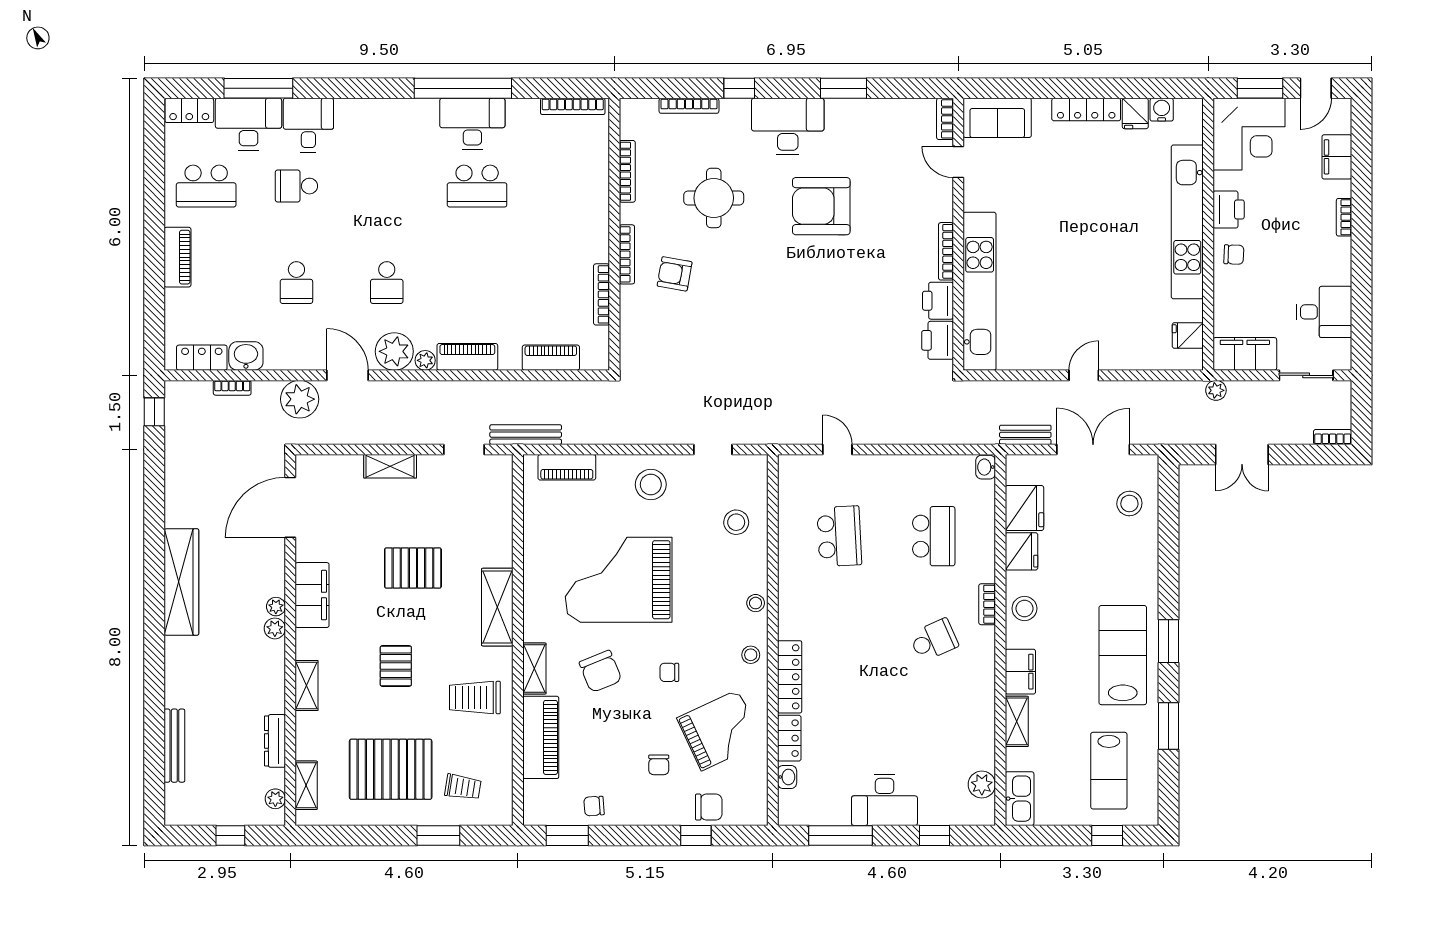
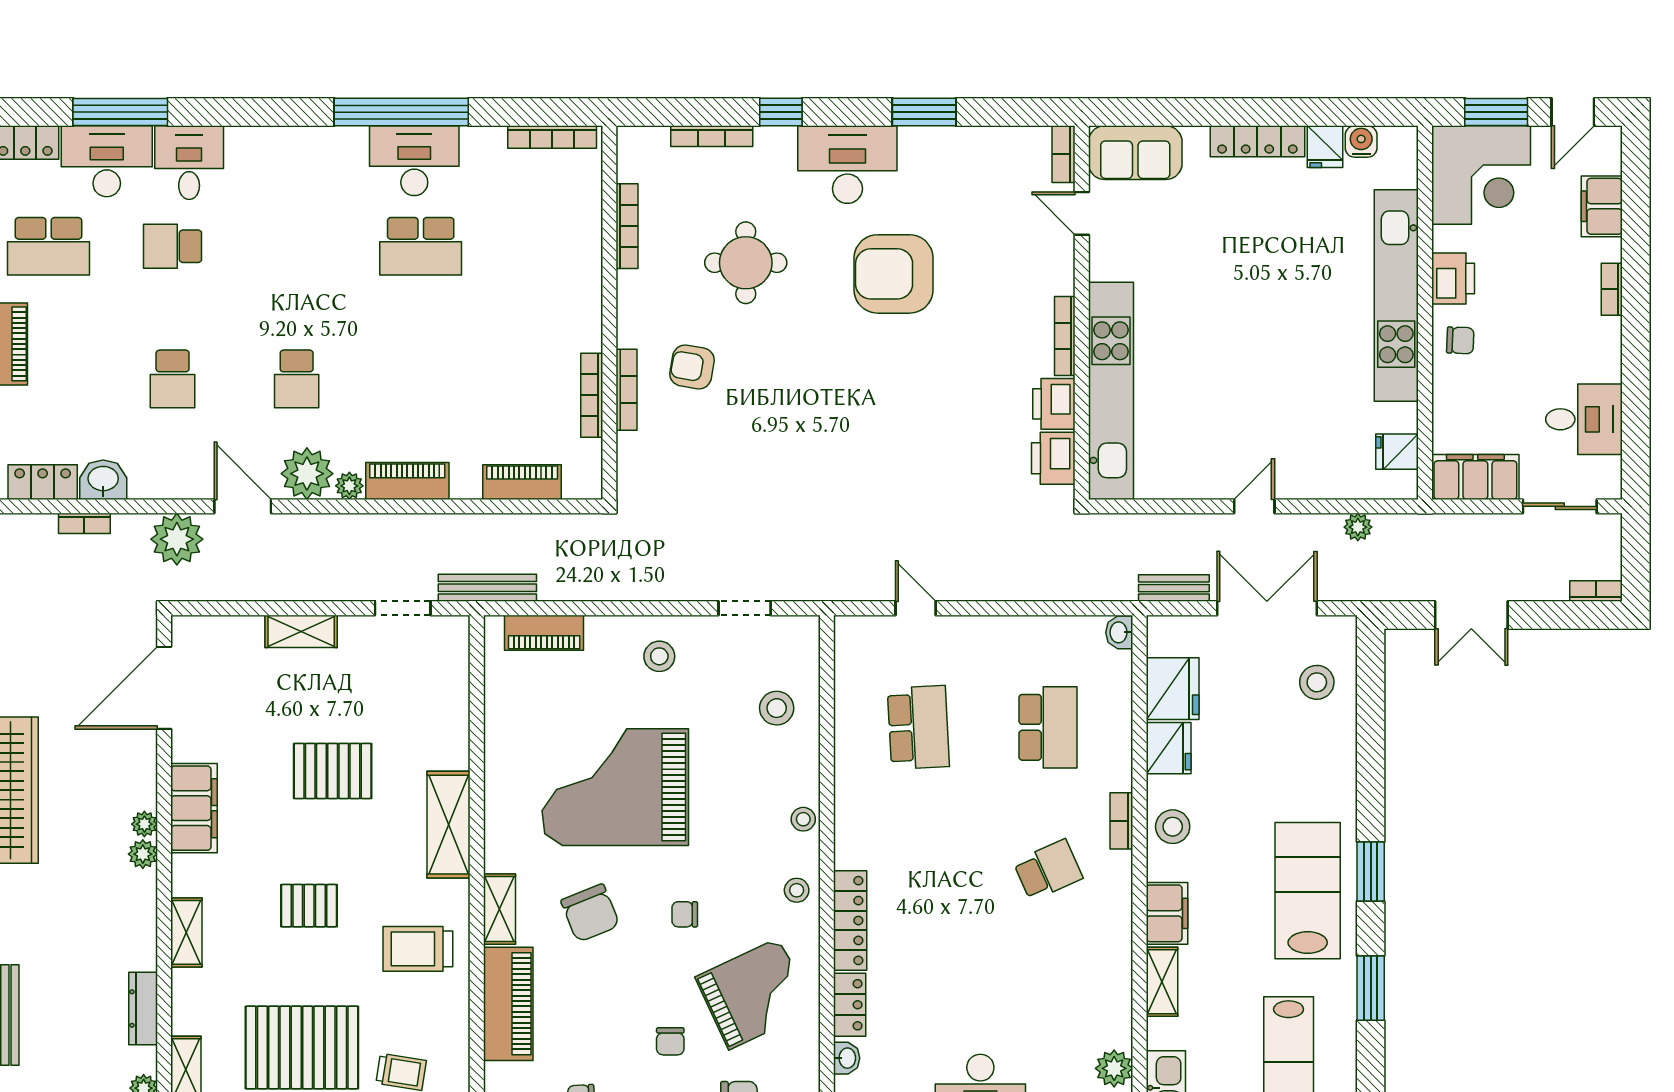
bookcase: (627, 254) -> (627, 390), moved
plant: (1216, 390) -> (1358, 527), moved
stool: (651, 485) -> (659, 656), width x0.73, depth x0.73
pallet: (396, 666) -> (309, 906), turned 90

